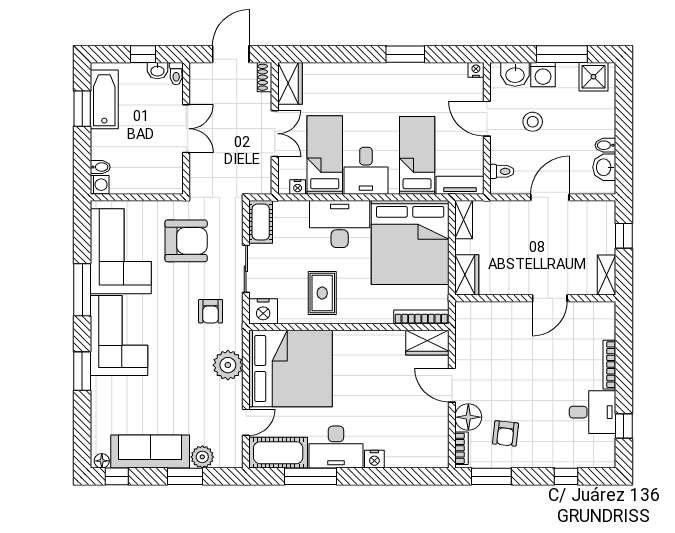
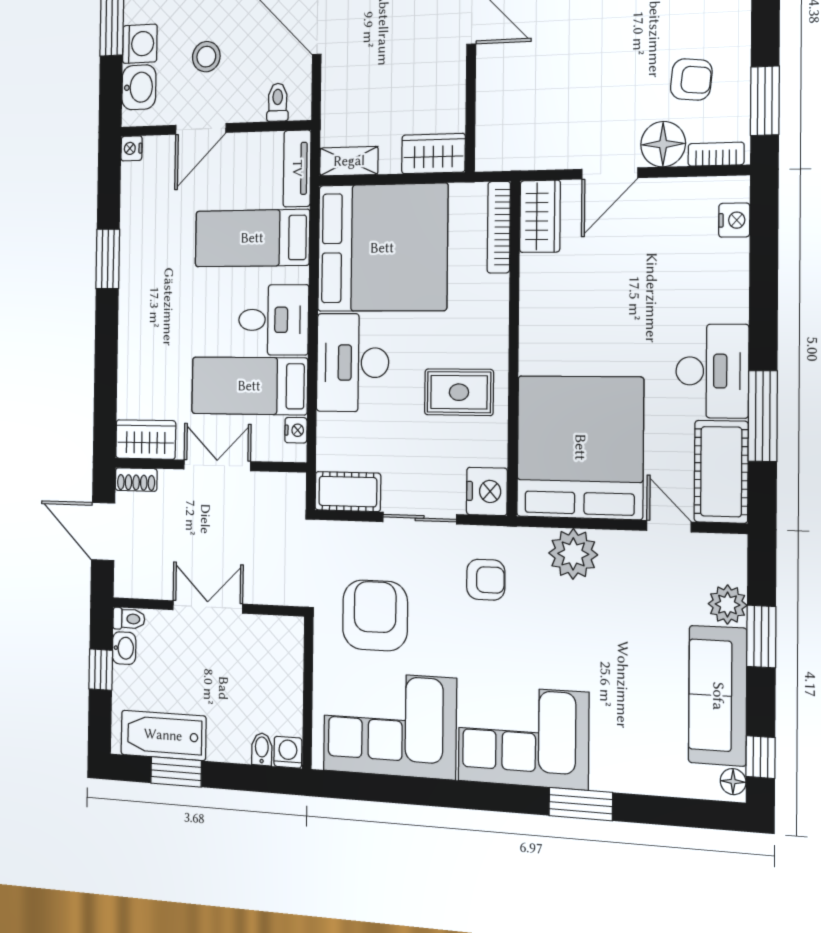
window: (82, 290) -> (449, 794), removed
nightstand: (374, 459) -> (734, 220), moved

